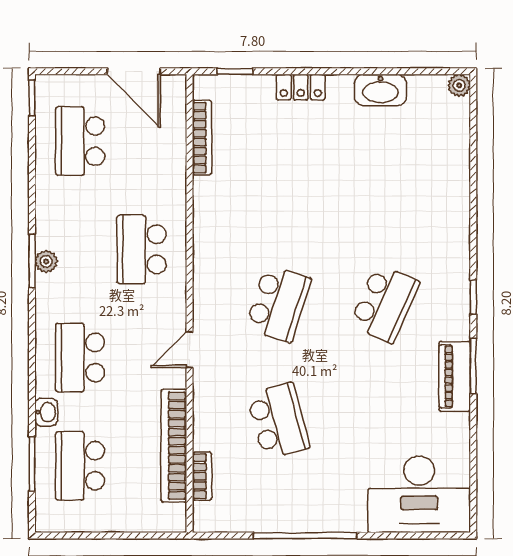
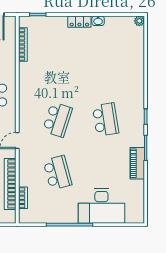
locker: (301, 87) -> (79, 22), moved
washbasin: (380, 90) -> (98, 21), width x0.52, depth x0.69
school desk: (384, 303) -> (105, 120), turned -33
piano: (455, 376) -> (137, 163), moved
desk: (419, 494) -> (101, 206), moved

